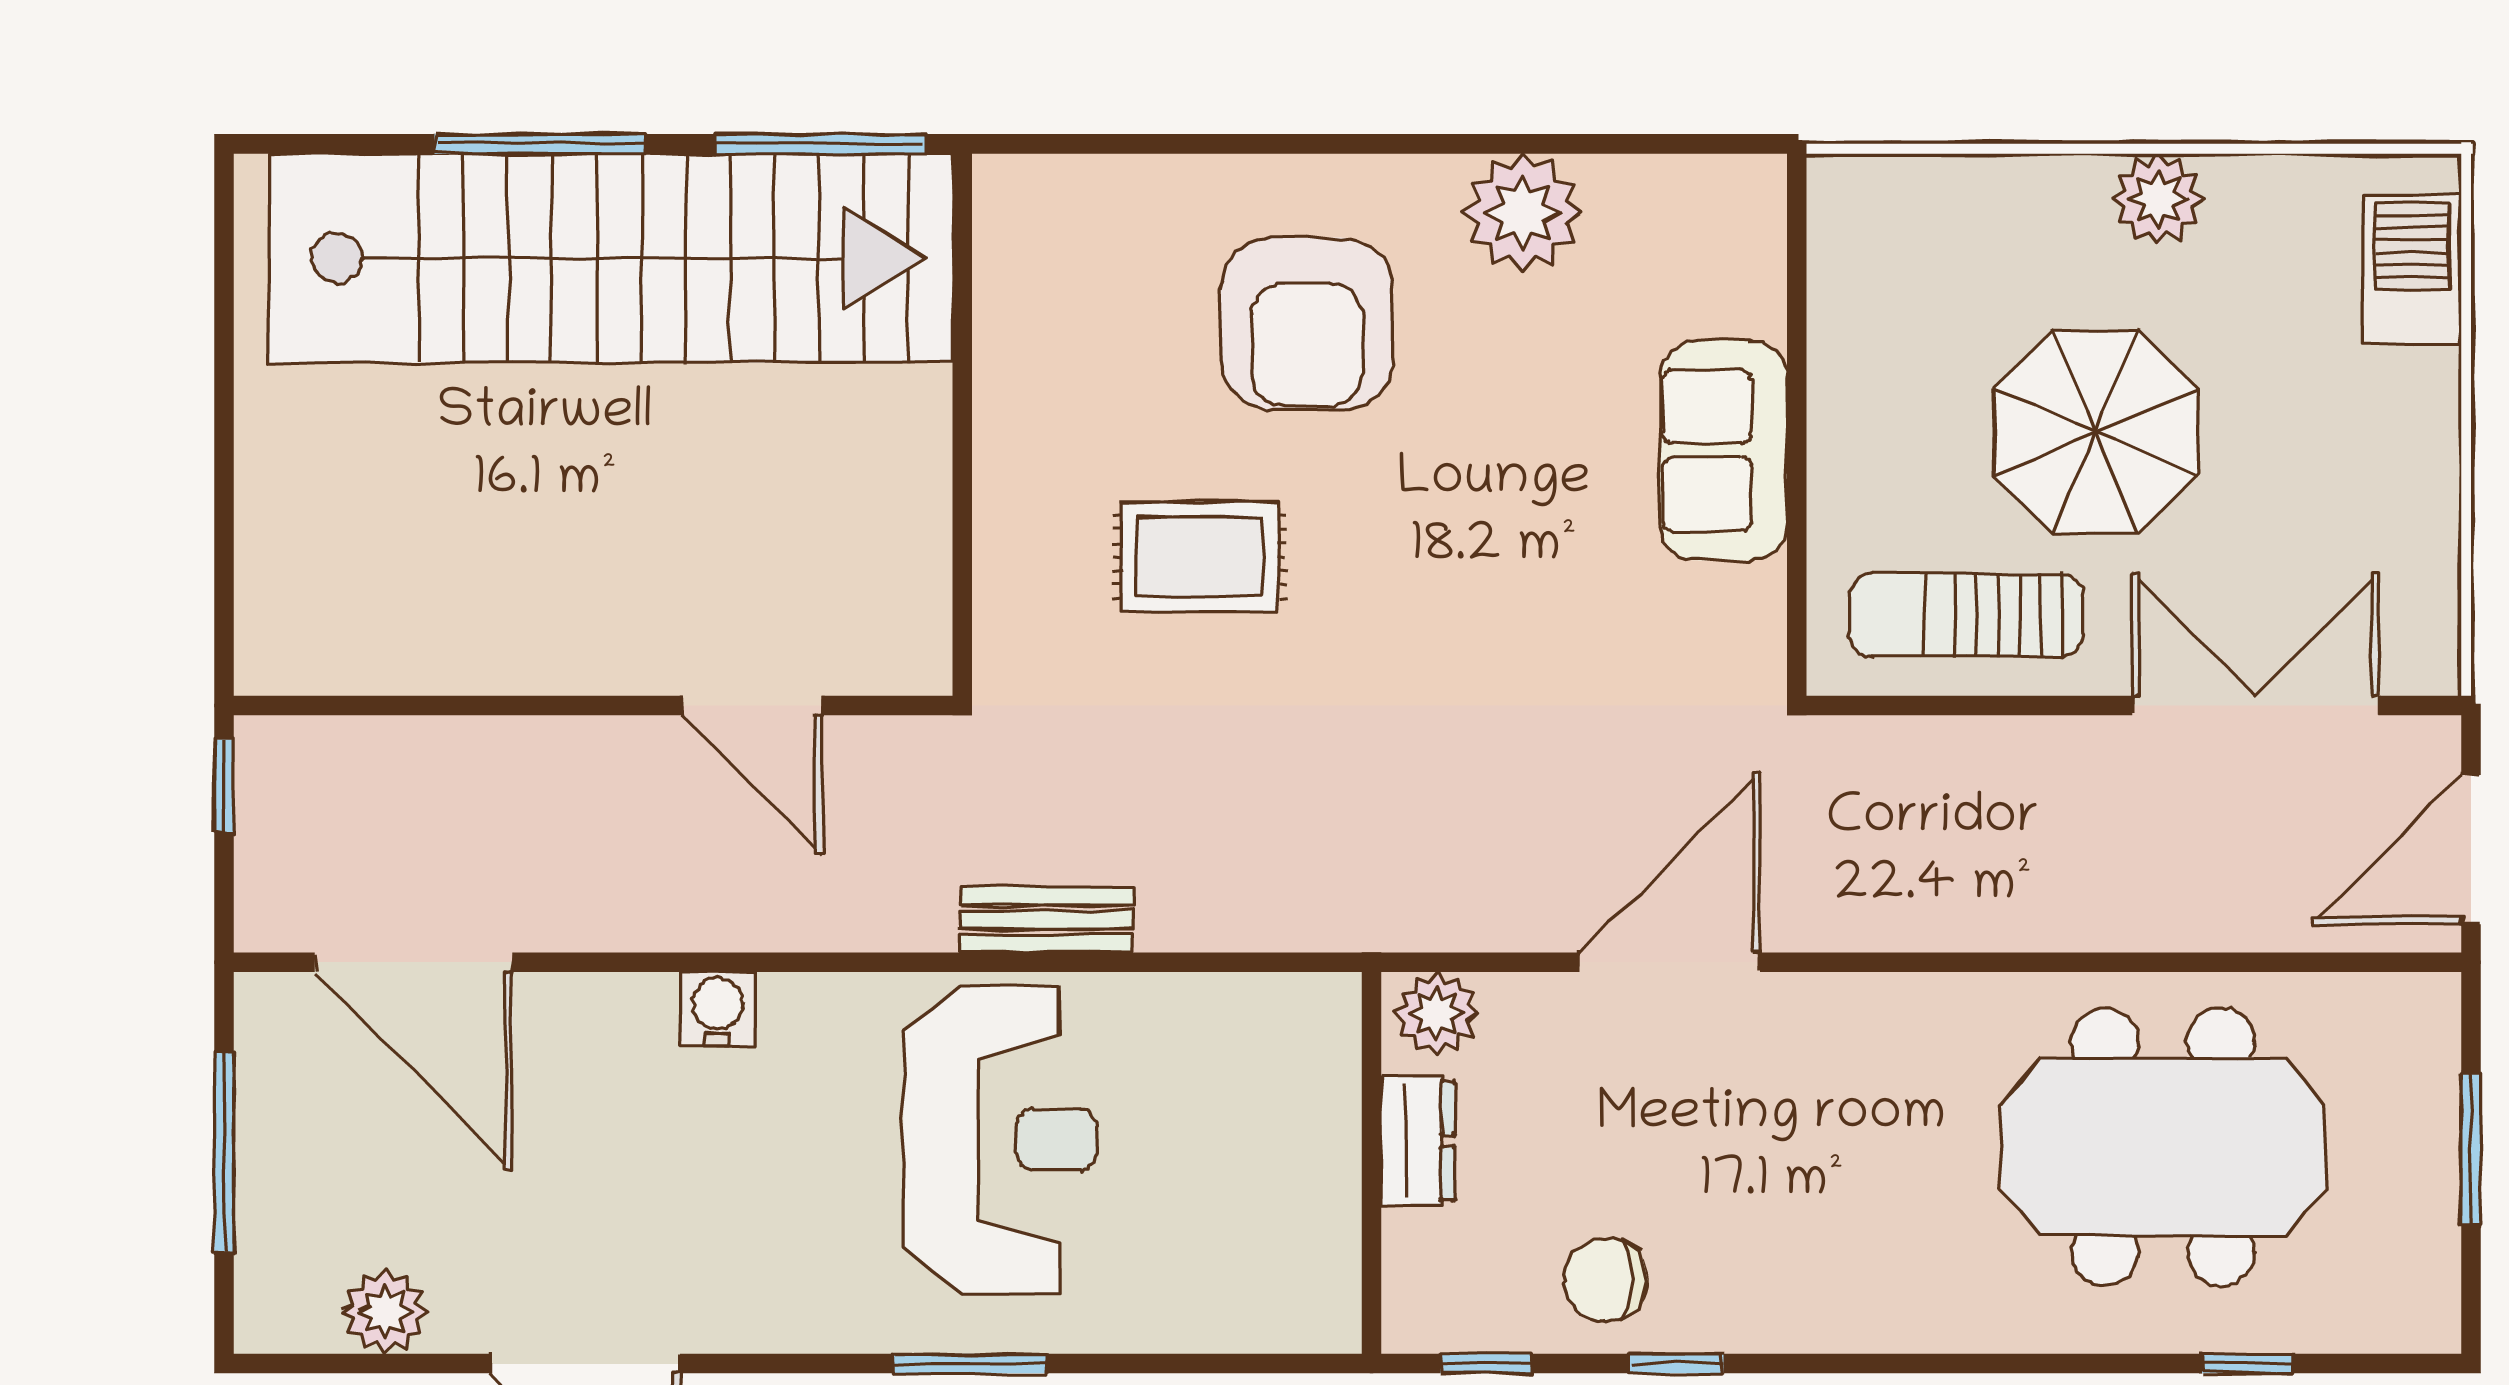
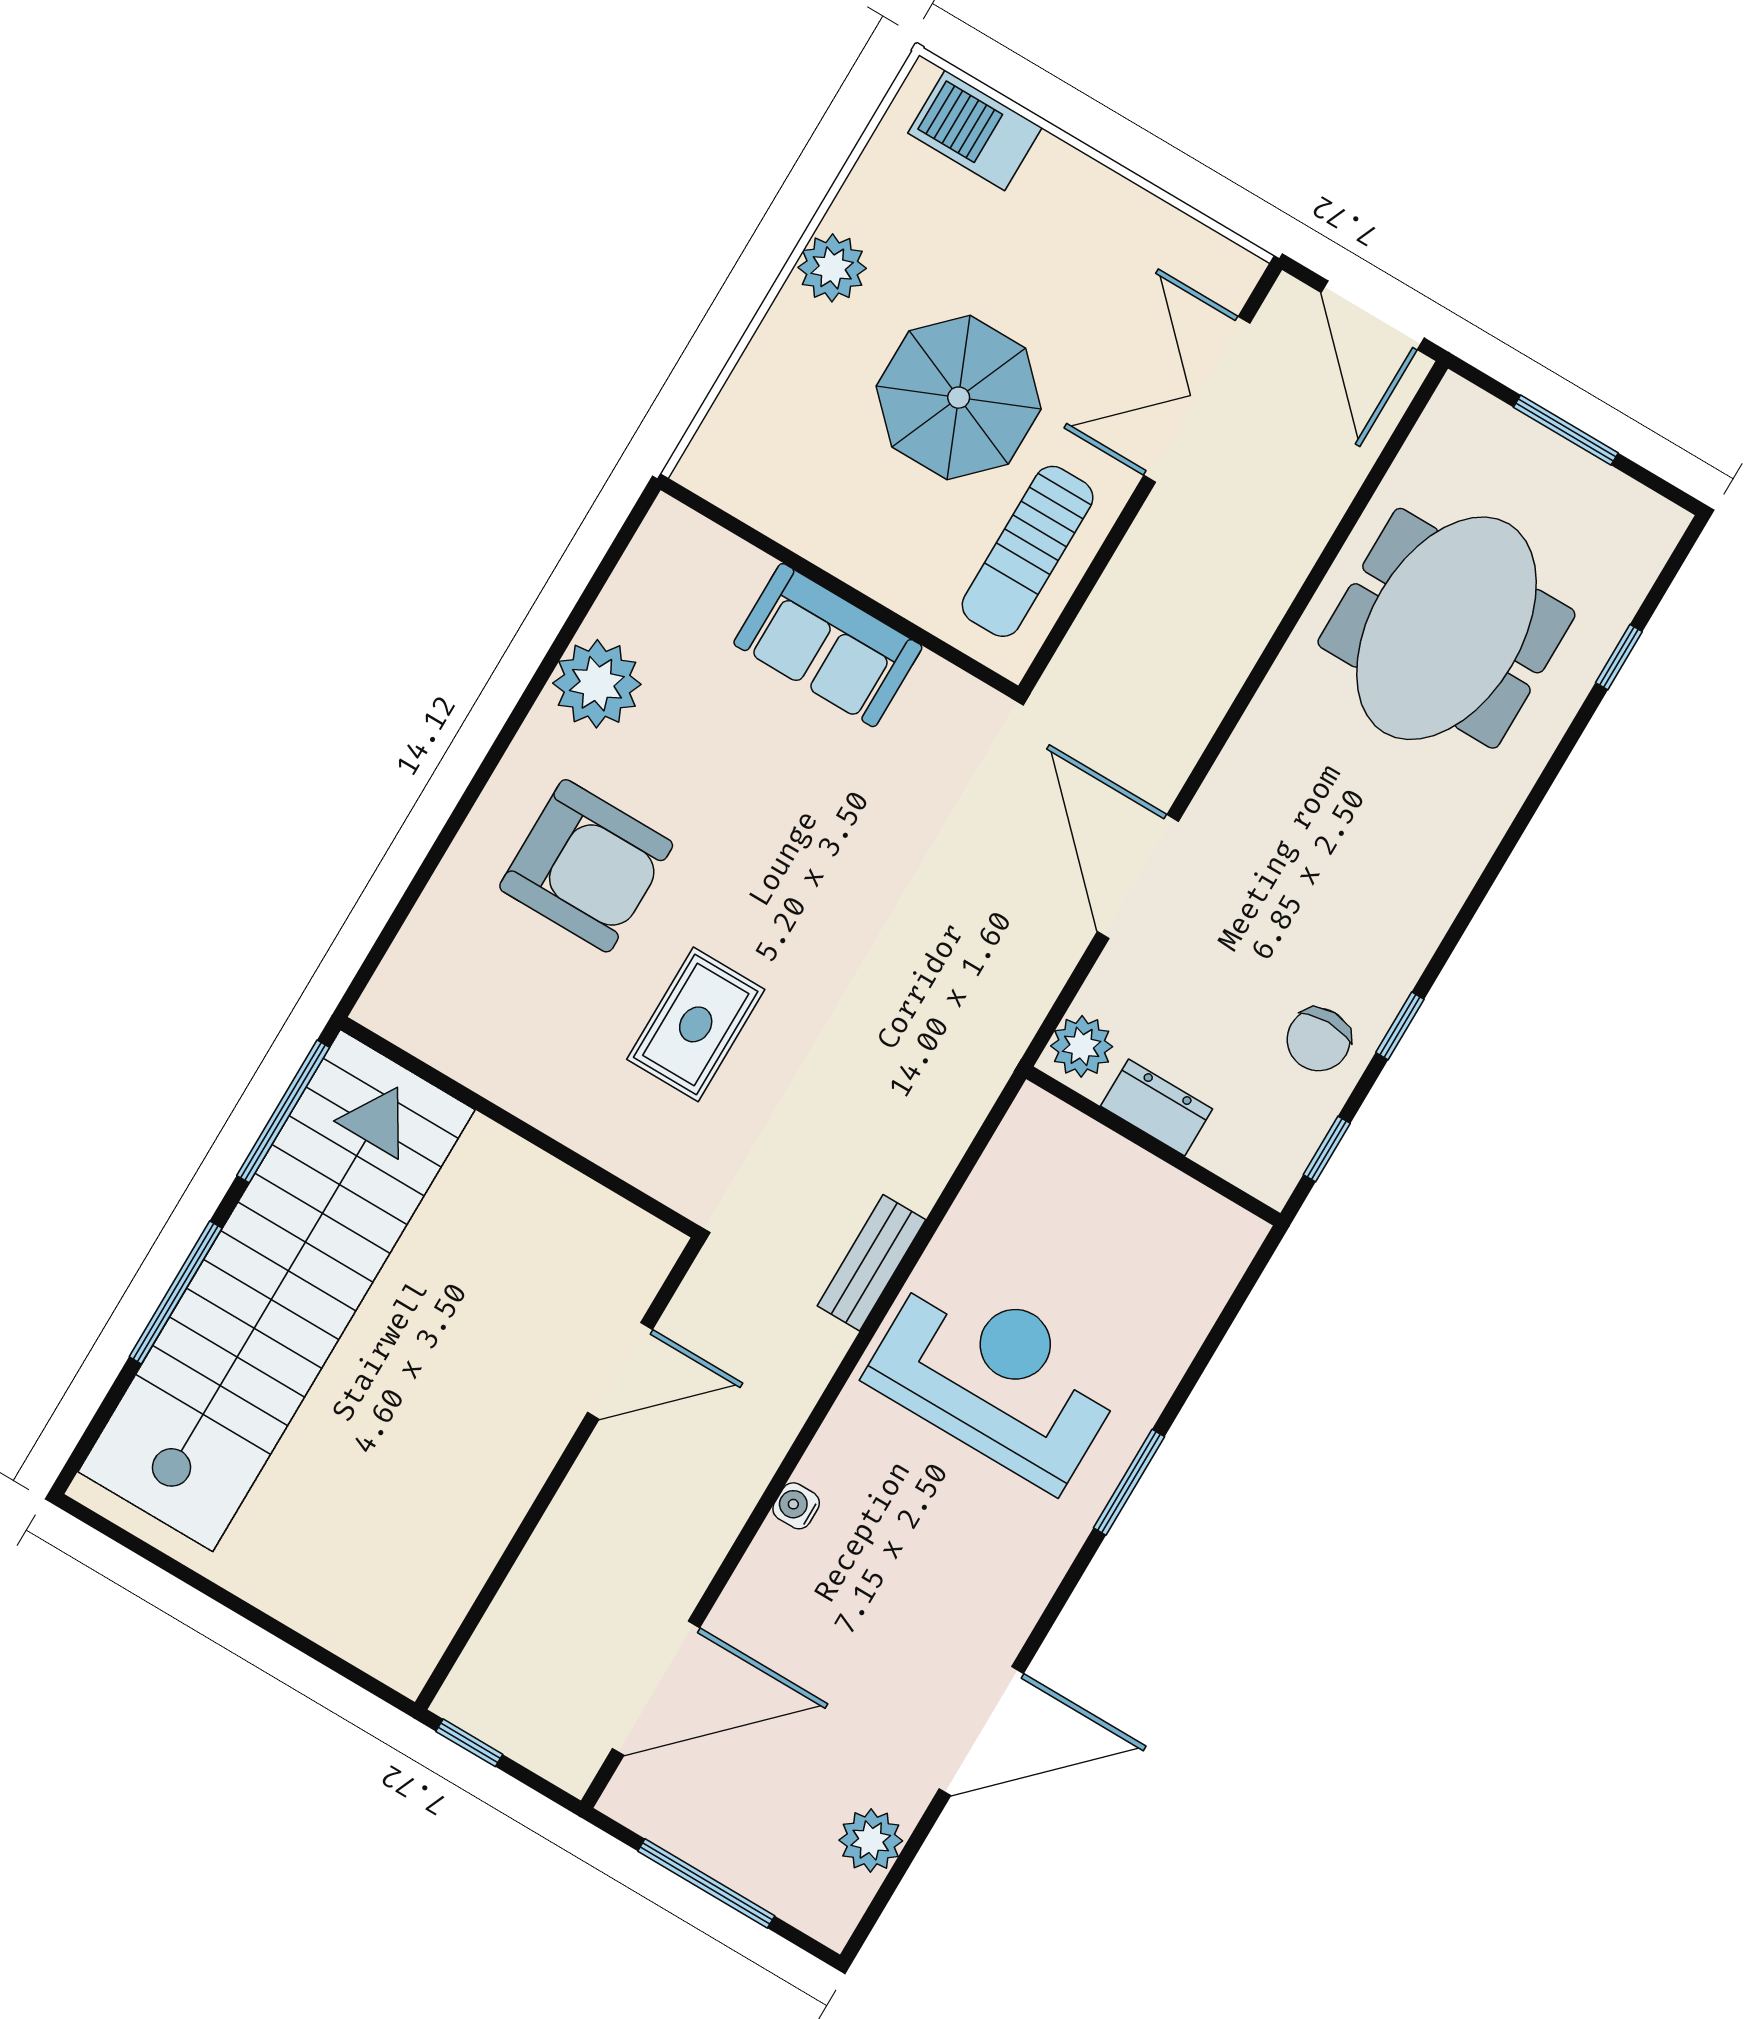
water cooler: (717, 1009) -> (796, 1506), width x0.72, depth x0.72

